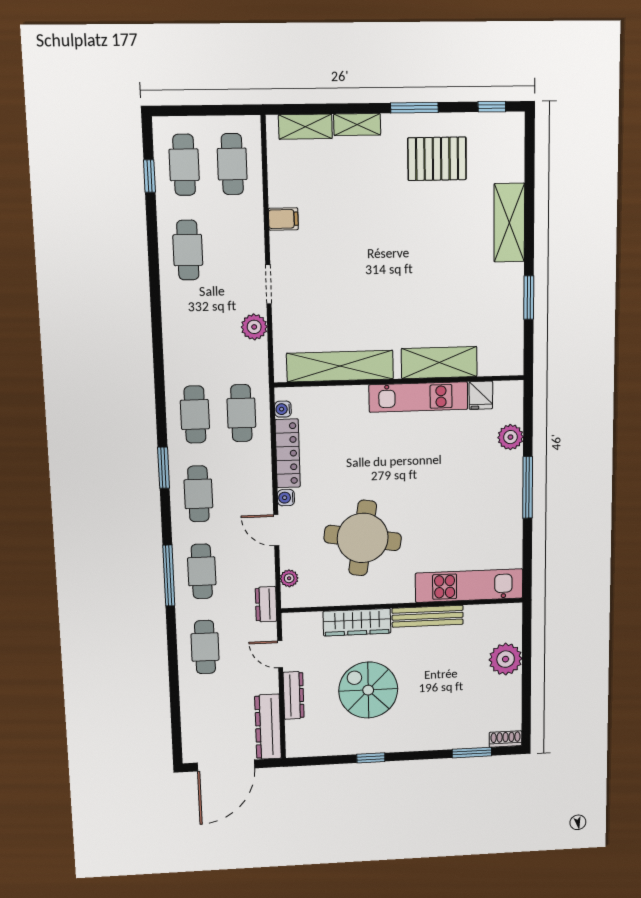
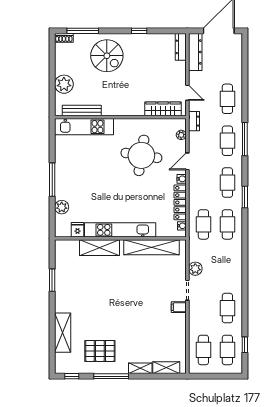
window: (414, 108) -> (111, 376), width x1.44
filing cabinet: (283, 219) -> (179, 307), moved
shelving: (509, 223) -> (63, 333), moved
kitchen unit: (418, 397) -> (120, 230), width x1.36
door: (276, 530) -> (187, 161), swing flipped
bench: (428, 616) -> (82, 111), moved
wardrobe: (357, 622) -> (163, 109), moved
spiral stairs: (368, 690) -> (107, 56), moved
dresser: (294, 695) -> (181, 47), moved
window: (472, 753) -> (83, 31), width x1.44

